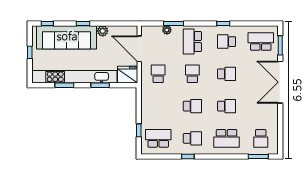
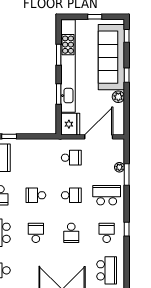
school desk: (192, 106) -> (36, 195), turned 90
school desk: (227, 106) -> (36, 233), turned 180

